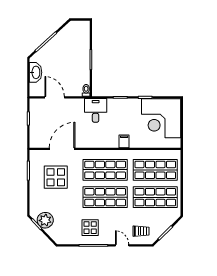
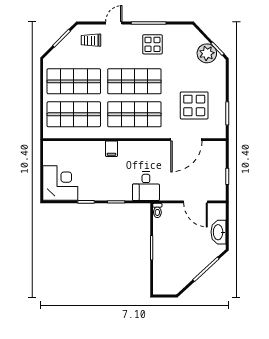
corner desk: (161, 118) -> (60, 183), width x0.74, depth x0.74
door: (122, 245) -> (114, 23), swing flipped

